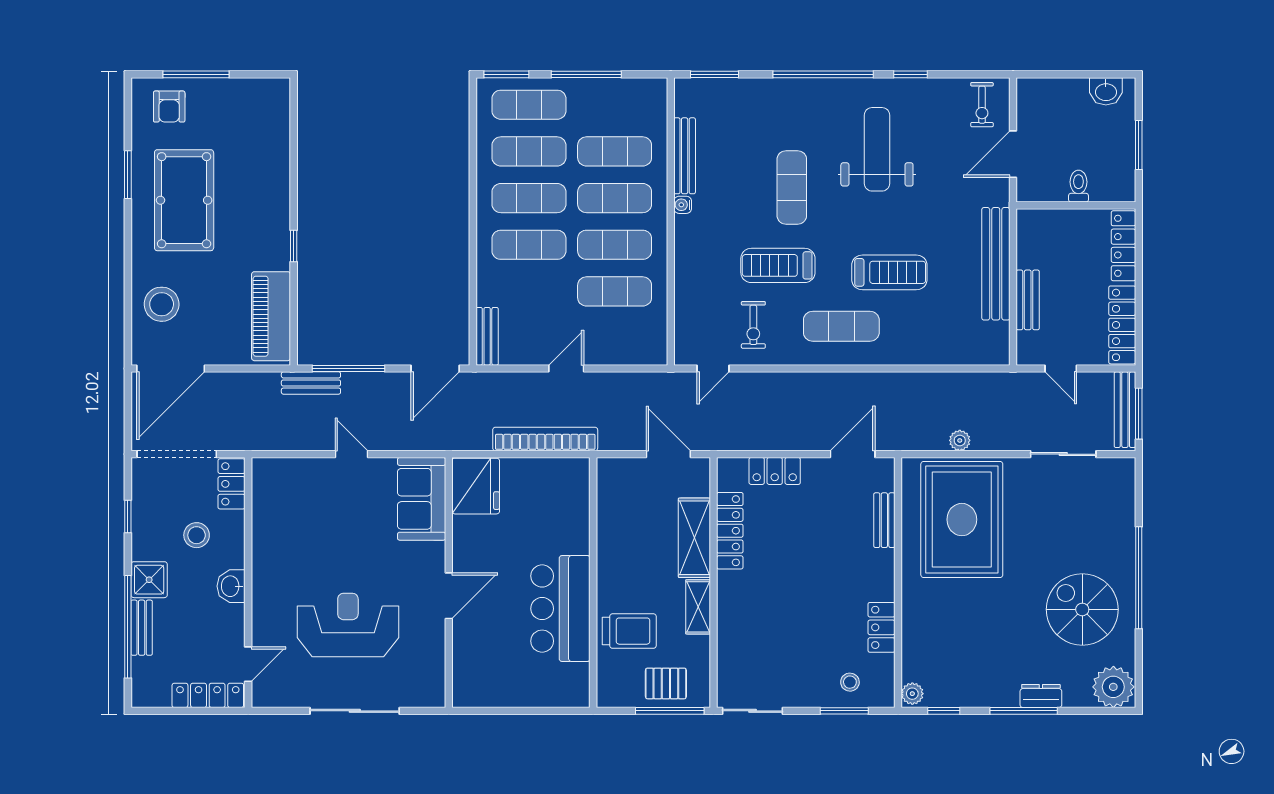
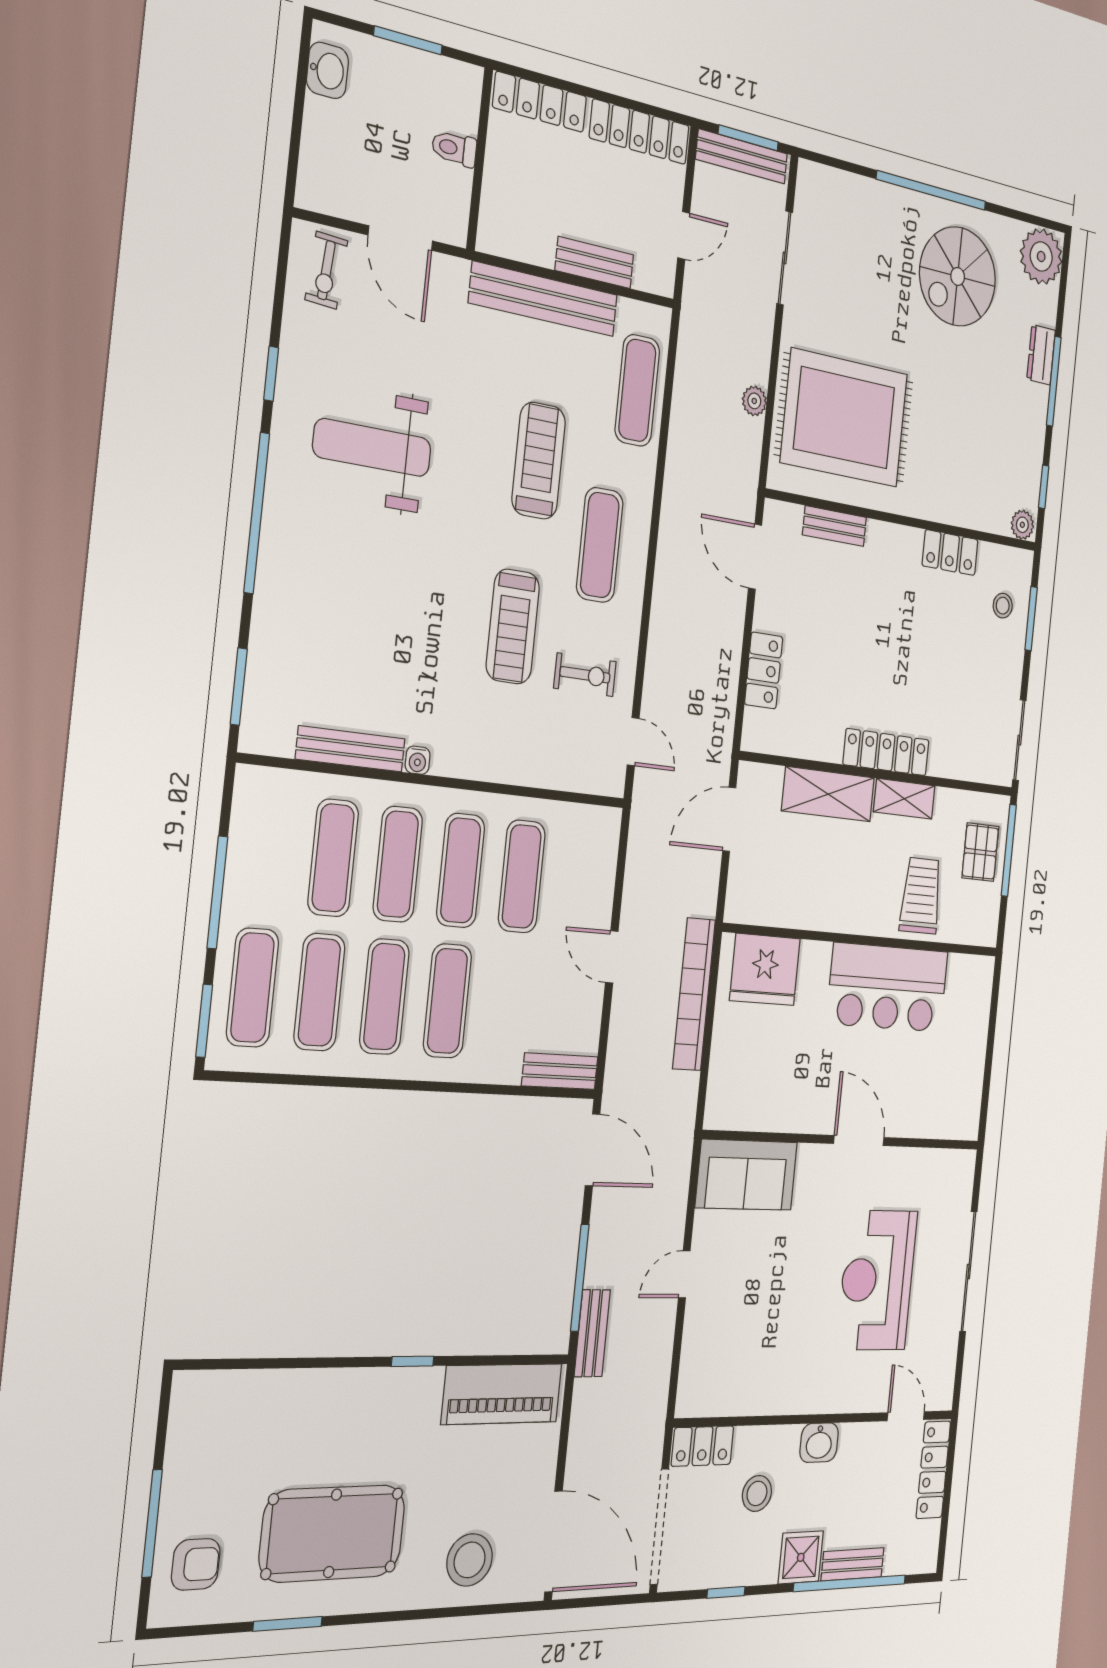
exercise bike: (982, 105) -> (326, 270), turned 94
exercise mat: (792, 187) -> (637, 390), moved, turned 90
fridge: (476, 486) -> (765, 969), moved, turned 180
locker: (730, 531) -> (886, 752), moved

